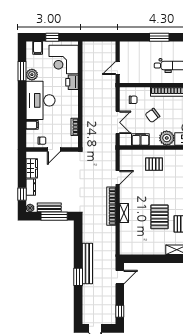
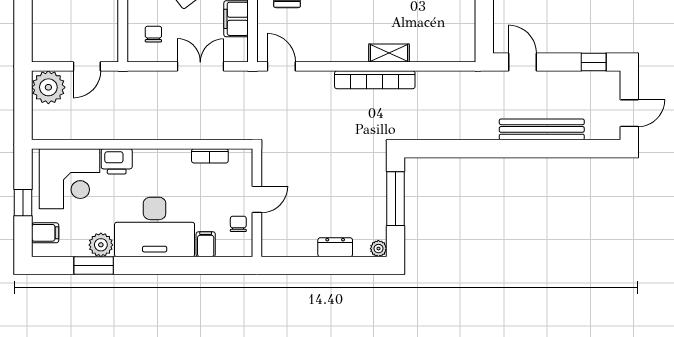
plant: (108, 49) -> (48, 87), added
door: (118, 68) -> (87, 66), hinge flipped
door: (54, 150) -> (257, 199), hinge flipped
wardrobe: (32, 168) -> (296, 245), removed
door: (118, 178) -> (281, 66), moved
window: (22, 194) -> (350, 266), removed
bench: (49, 207) -> (377, 209), removed
bench: (87, 264) -> (542, 129), moved
window: (78, 277) -> (522, 149), removed

